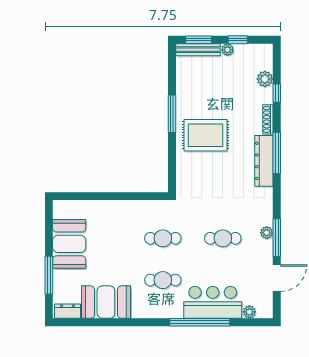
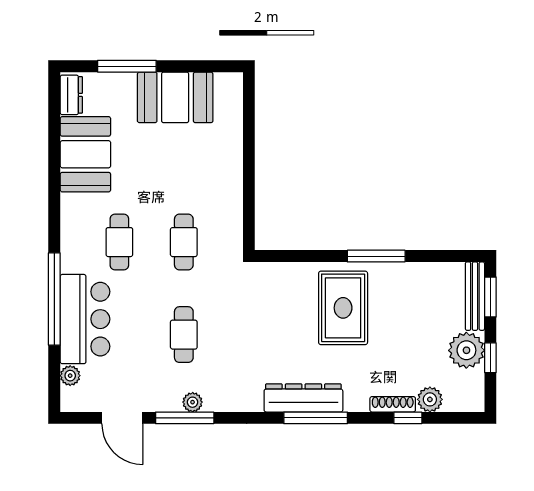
plant: (227, 50) -> (466, 350), width x1.87, depth x1.87
shoe rack: (268, 119) -> (393, 404), moved

